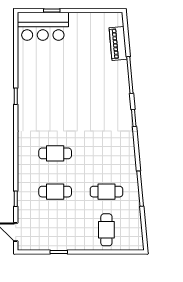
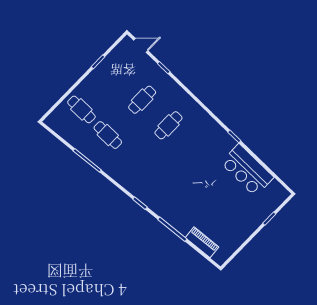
bar counter: (43, 26) -> (247, 170), moved, turned -90
cafe table: (106, 192) -> (108, 135), turned 90

